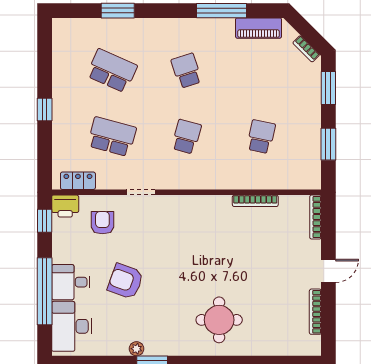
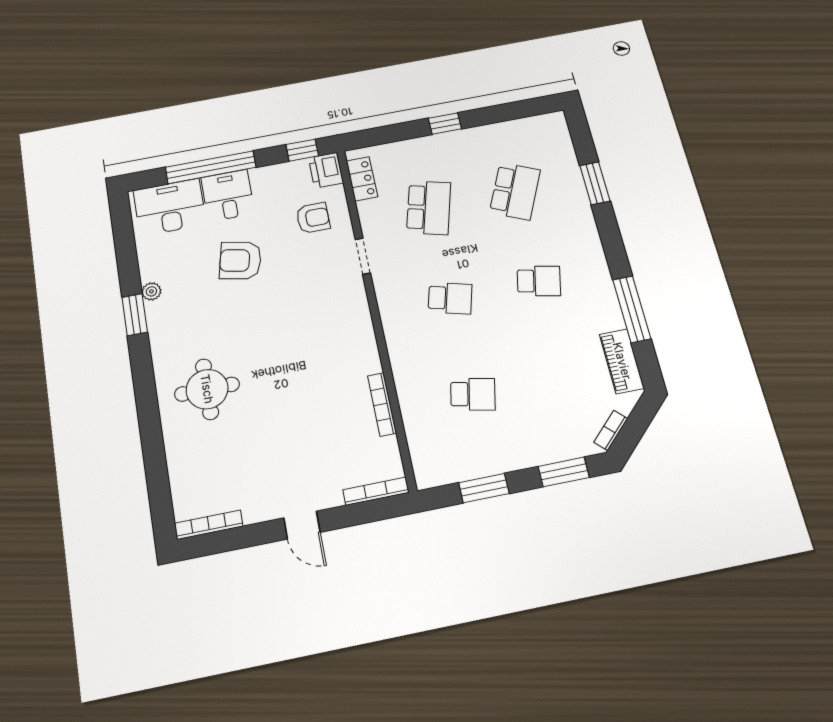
school desk: (186, 71) -> (539, 281), turned 30
armchair: (125, 281) -> (240, 260), turned -98
bookcase: (315, 312) -> (209, 525), moved

